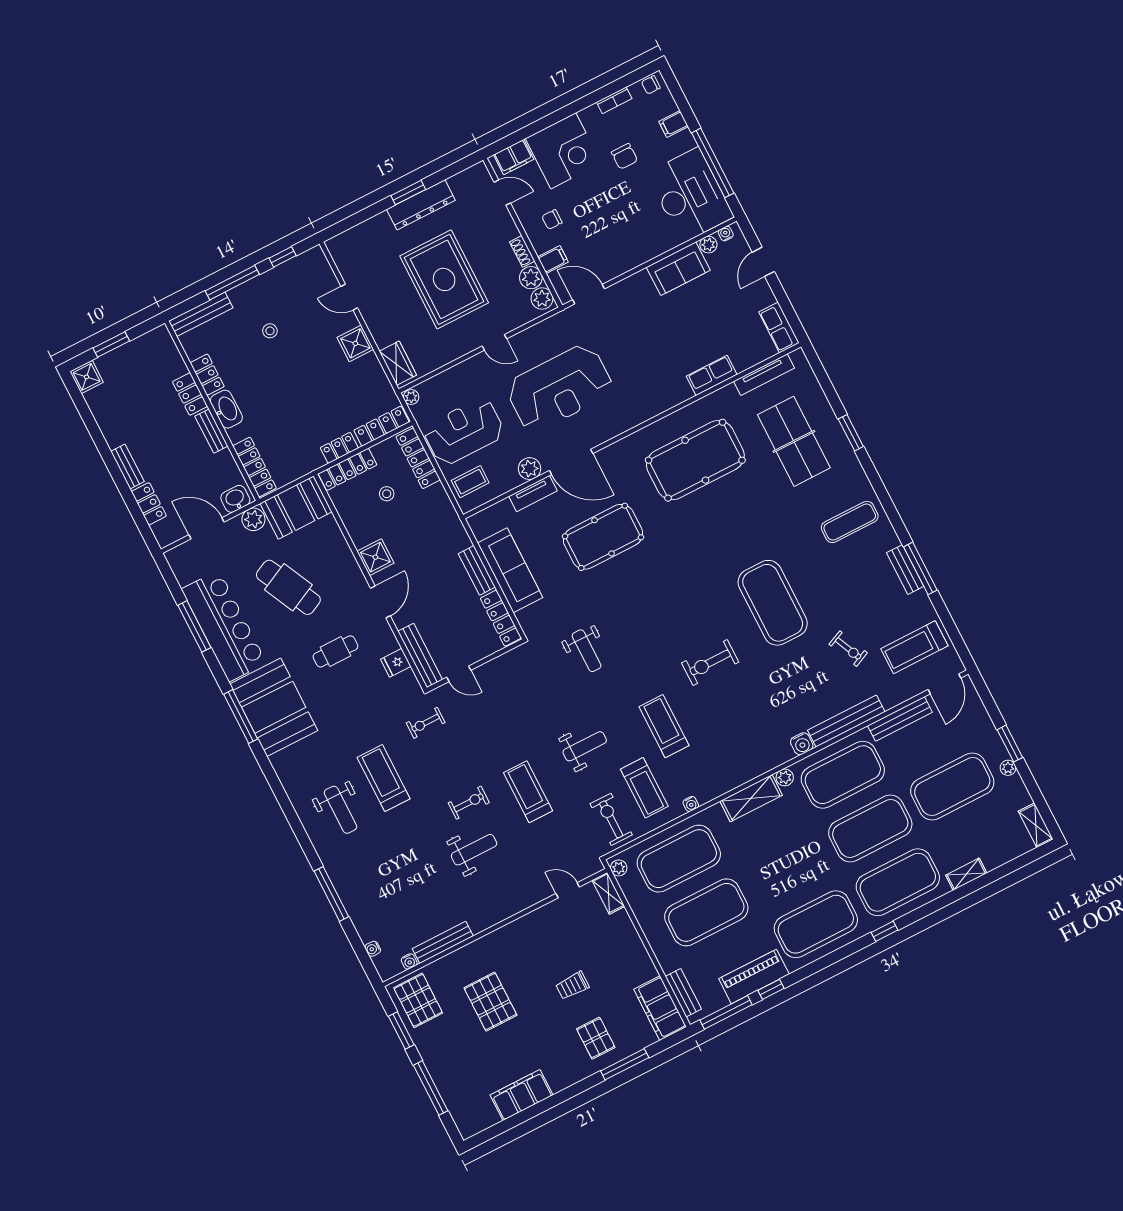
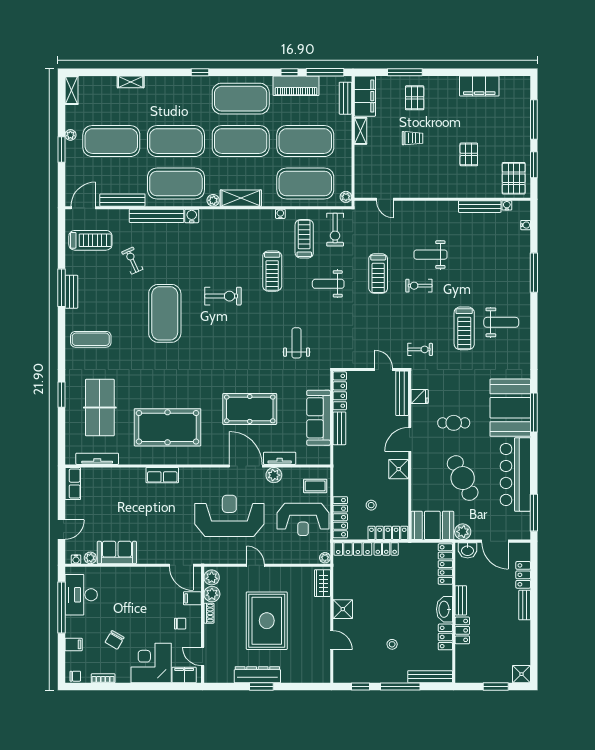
chair: (624, 156) -> (115, 640), turned -150
desk: (690, 195) -> (81, 595), width x0.73, depth x0.77
row of seats: (712, 375) -> (162, 475), moved
window: (194, 626) -> (534, 513), moved
weight bench: (340, 810) -> (501, 322), turned 90
exercise mat: (898, 882) -> (241, 141), moved
shelving: (608, 893) -> (360, 131), moved
pallet: (490, 1002) -> (469, 154), width x0.67, depth x0.71

